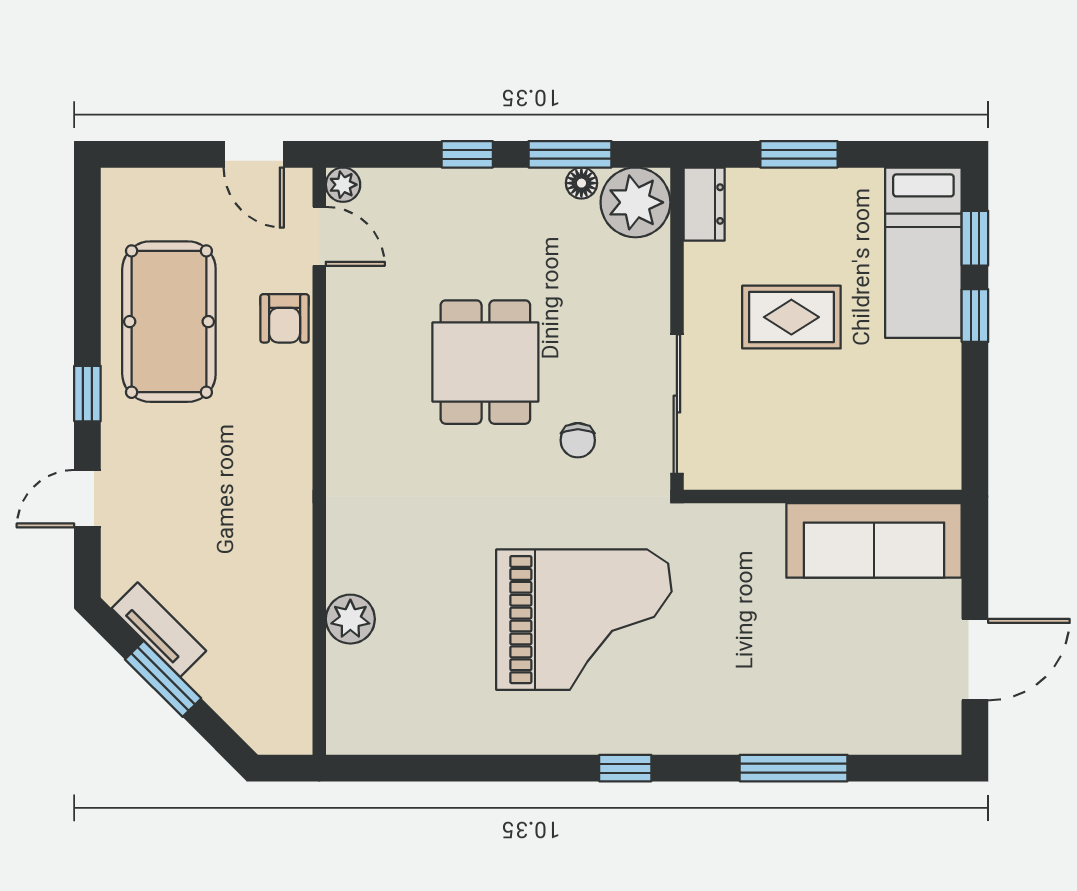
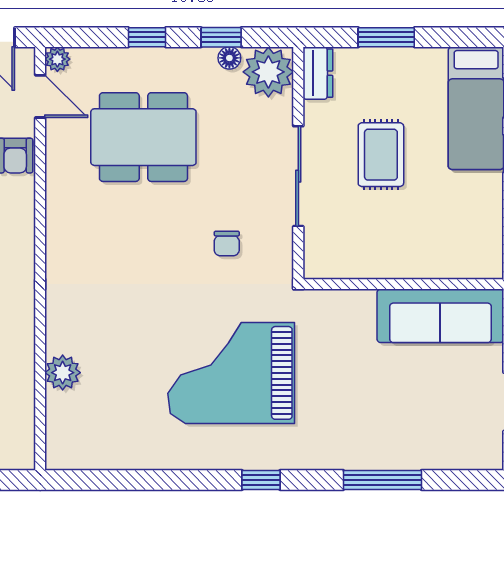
window: (570, 154) -> (221, 37), width x0.67
rug: (791, 317) -> (381, 155), turned 90
dining table: (485, 362) -> (143, 137), moved, width x1.38
sliding door: (677, 404) -> (298, 176), moved
grand piano: (584, 620) -> (231, 373), turned 180

